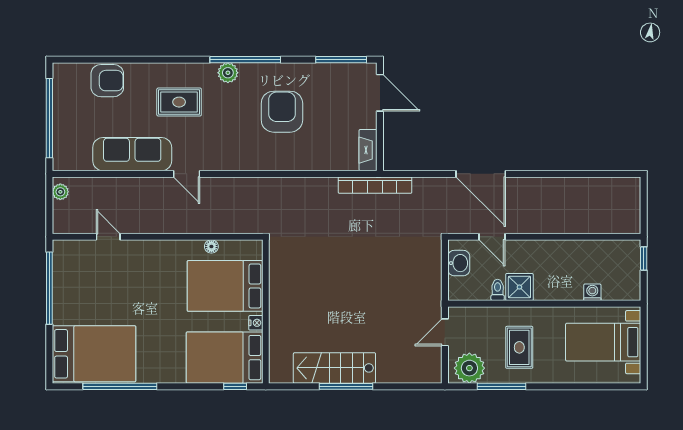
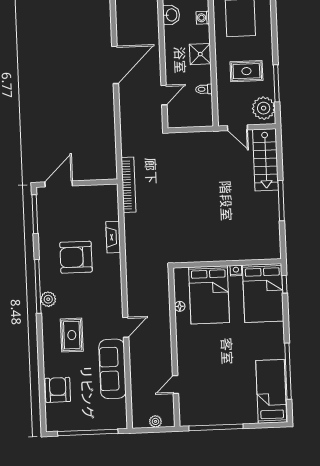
fireplace: (368, 150) -> (113, 237), moved, turned 90
door: (481, 174) -> (115, 65), moved
plant: (60, 192) -> (155, 421), moved
washbasin: (459, 263) -> (171, 15), moved, turned 90
shower: (519, 287) -> (200, 54), moved
bed: (94, 354) -> (271, 391), width x0.67
stairs: (334, 368) -> (266, 160), moved

